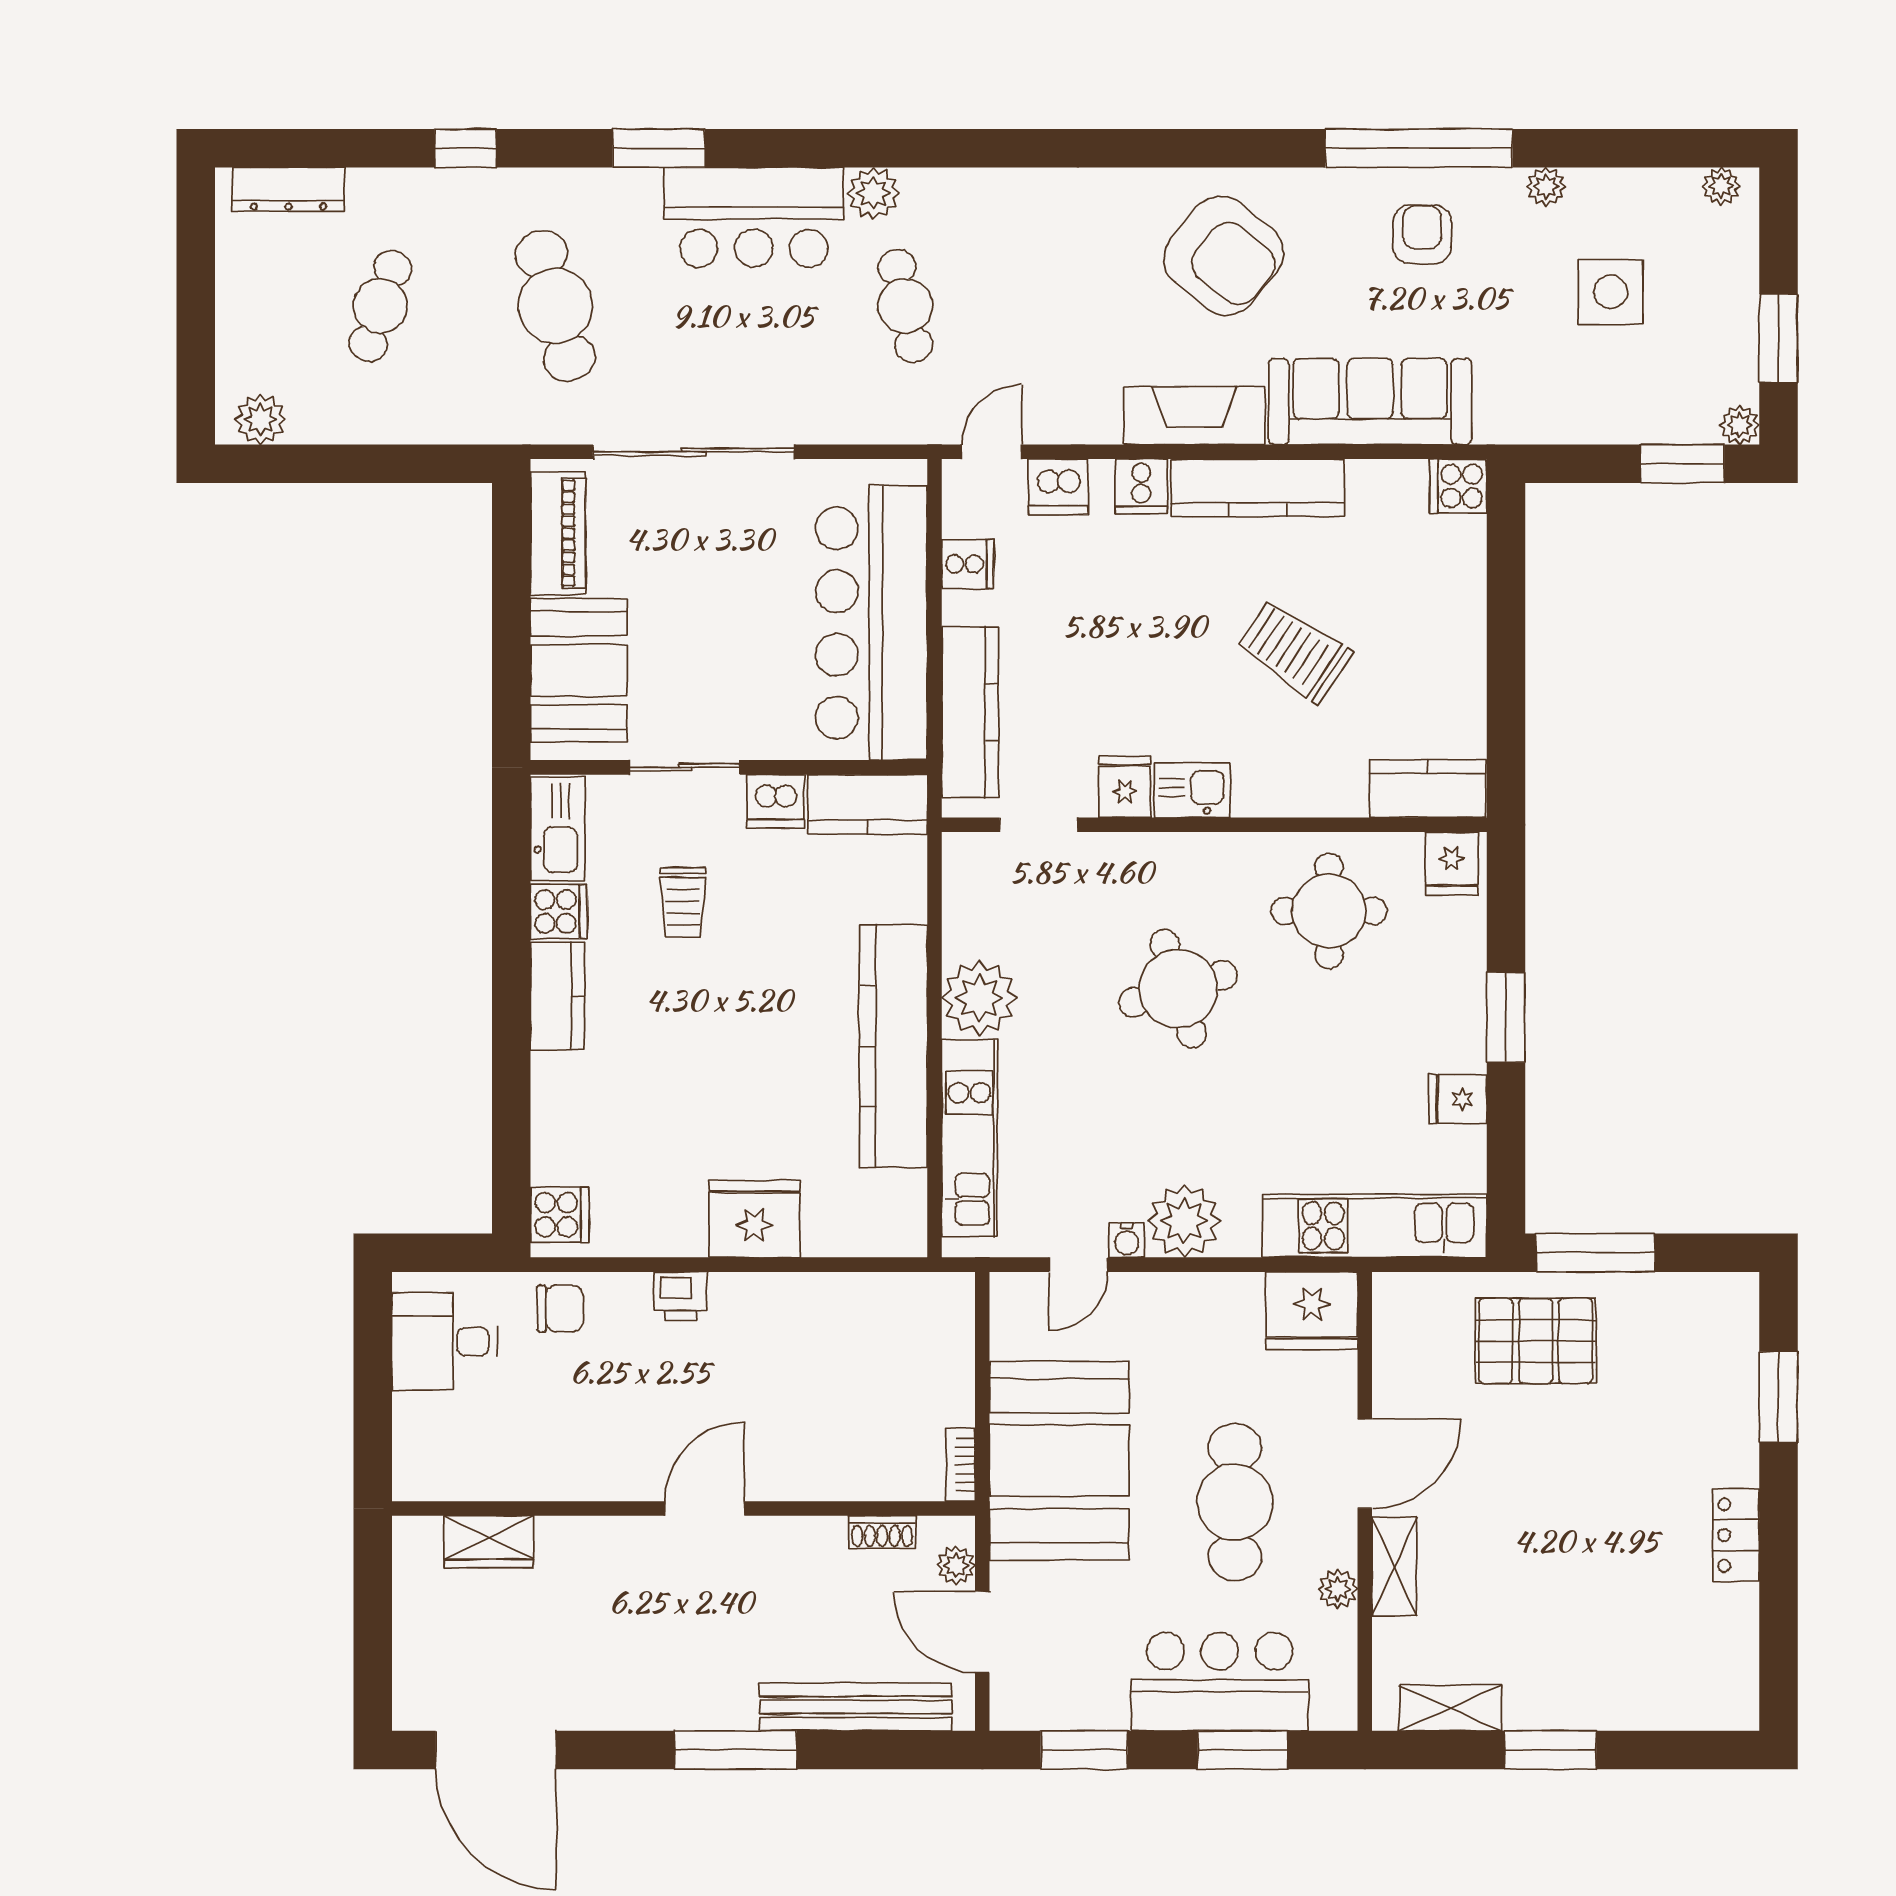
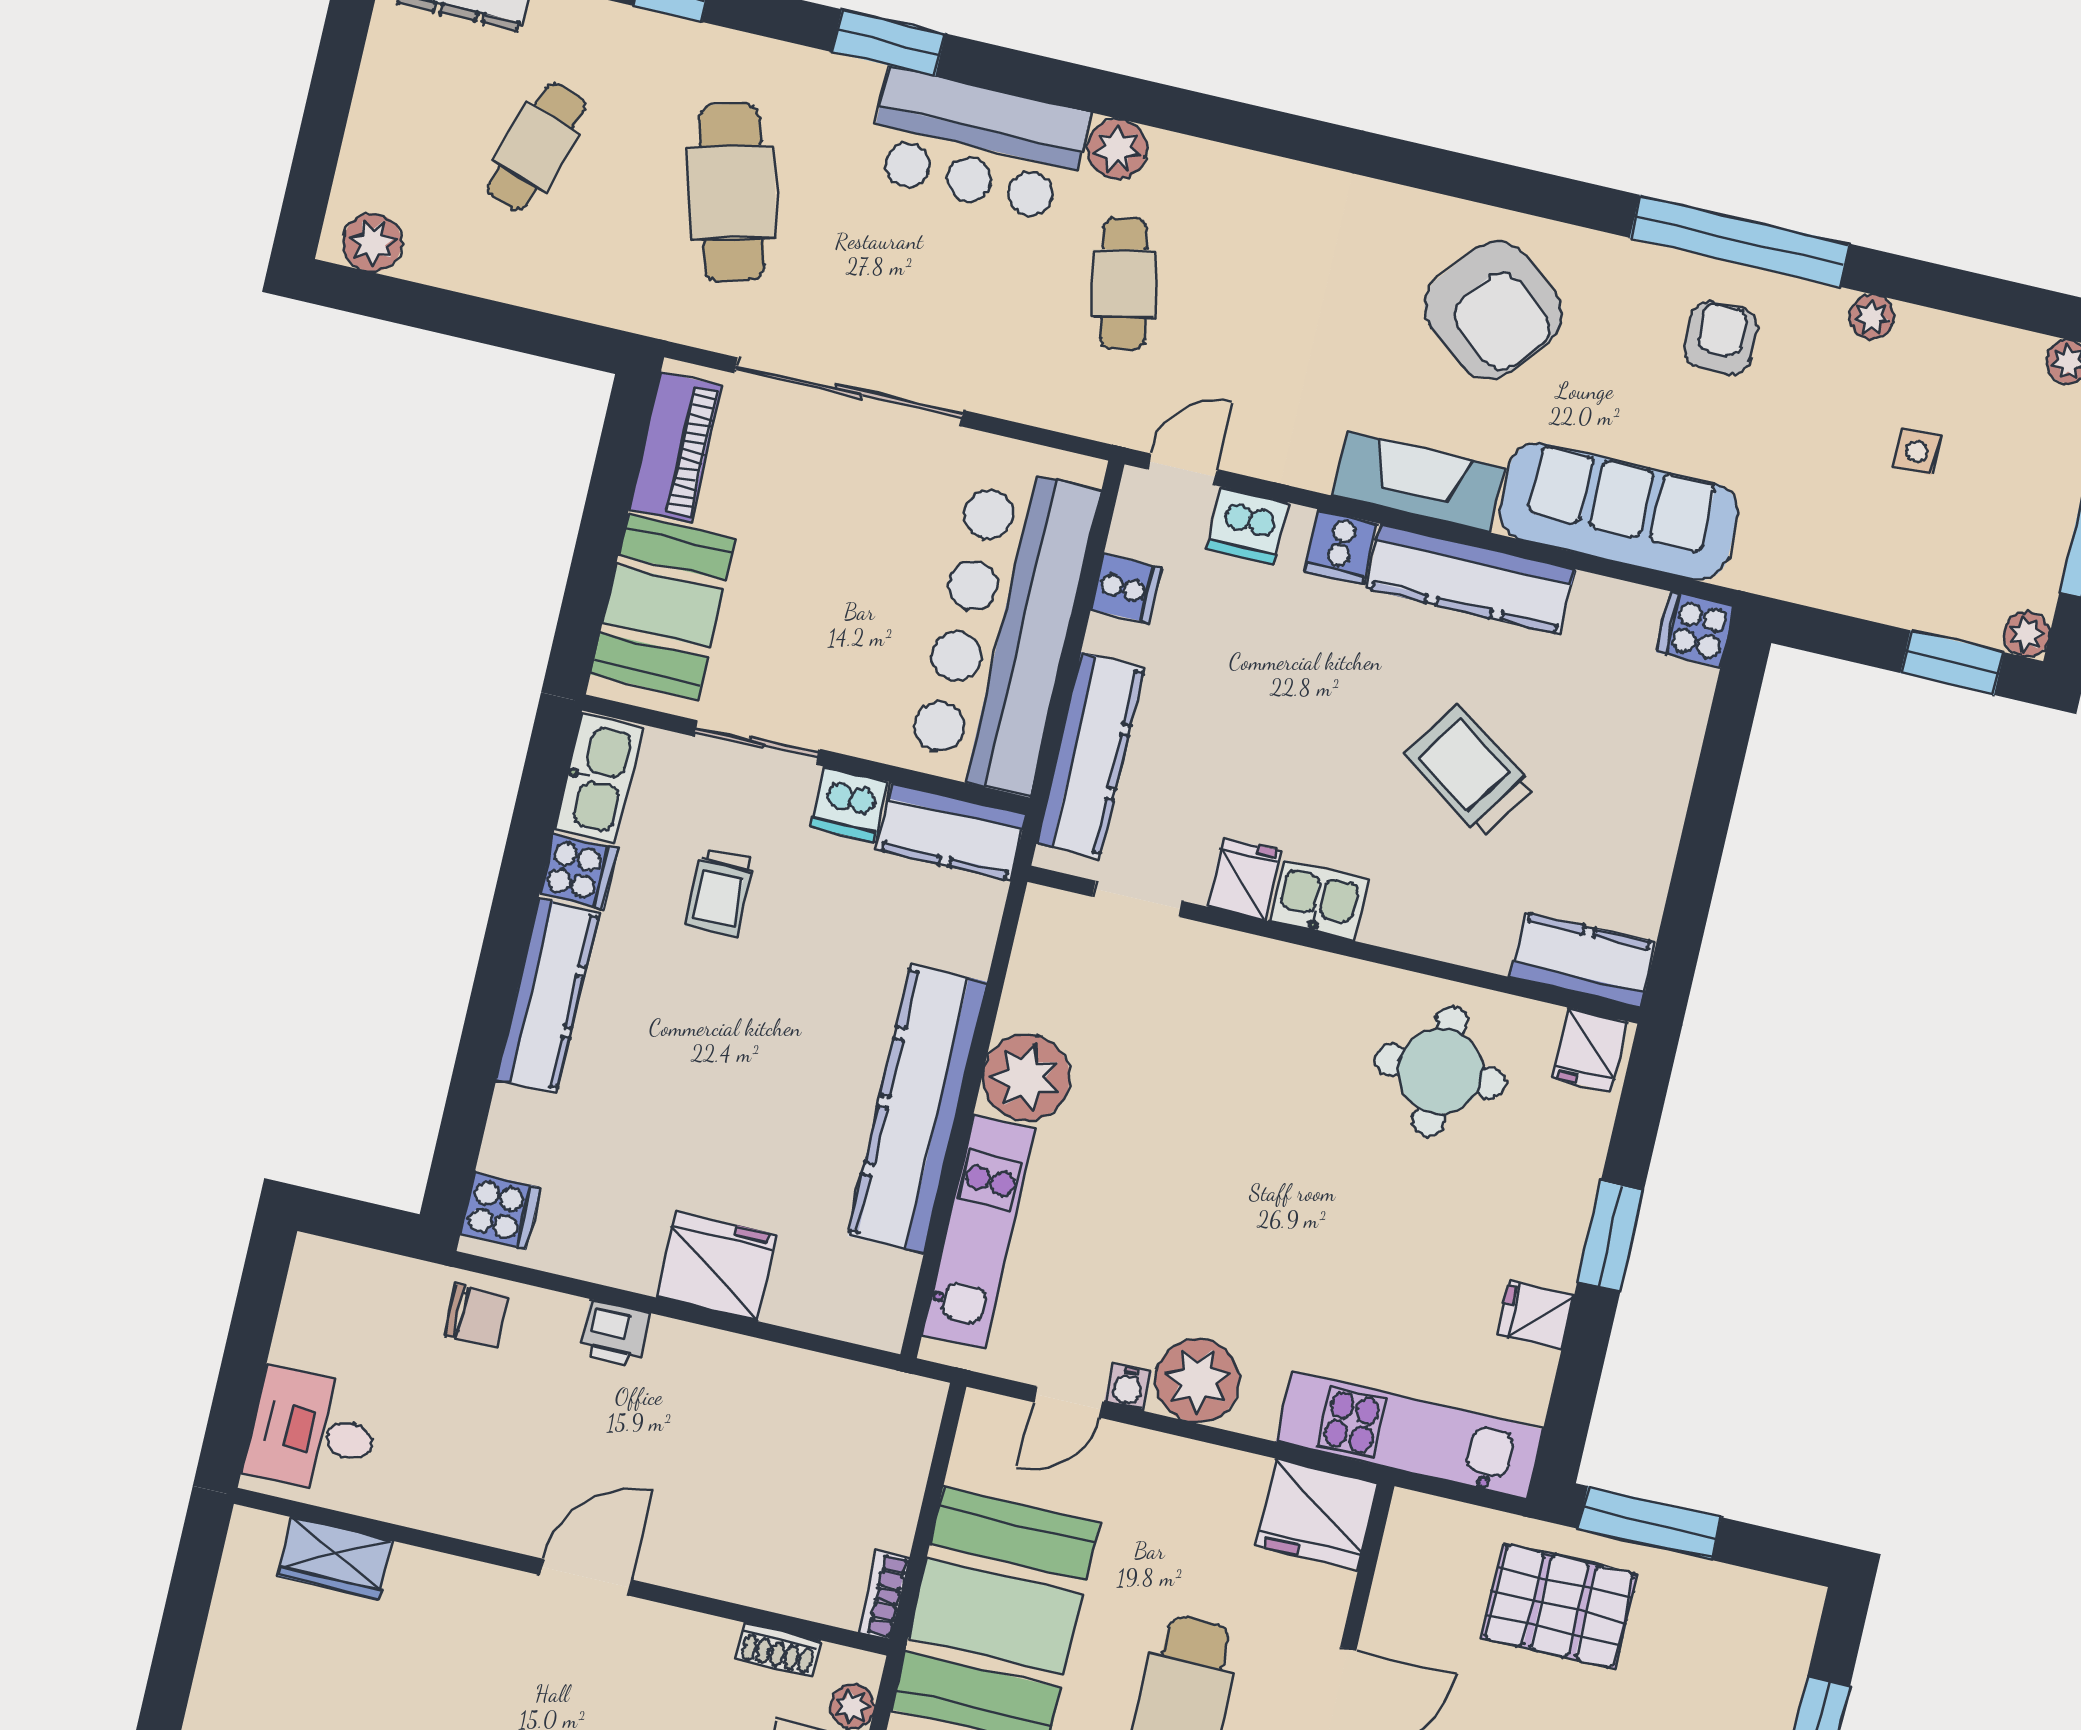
side table: (1611, 292) -> (1917, 452), width x0.54, depth x0.54
round table: (1178, 989) -> (1251, 1119), removed
kitchen counter: (557, 996) -> (547, 996), width x1.50
desk: (445, 1342) -> (313, 1432), moved

